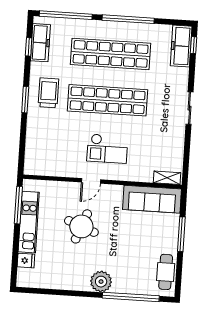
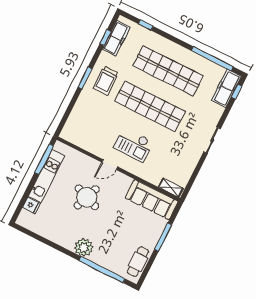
window: (66, 15) -> (146, 25), width x0.32
window: (128, 19) -> (212, 59), moved
trolley: (48, 93) -> (106, 81), turned 180

